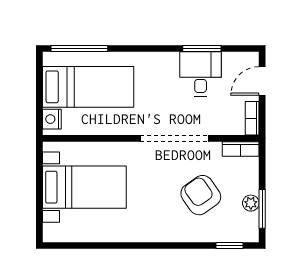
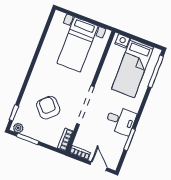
desk: (201, 74) -> (121, 120), moved
armchair: (201, 195) -> (48, 108), turned -98
plant: (251, 203) -> (18, 128), moved

